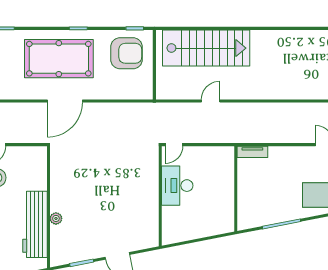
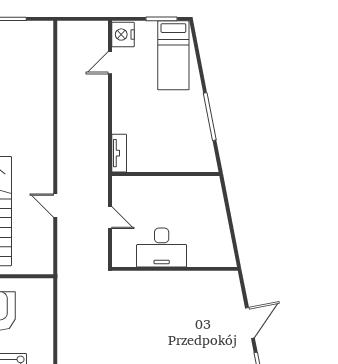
door: (174, 145) -> (110, 218), moved

